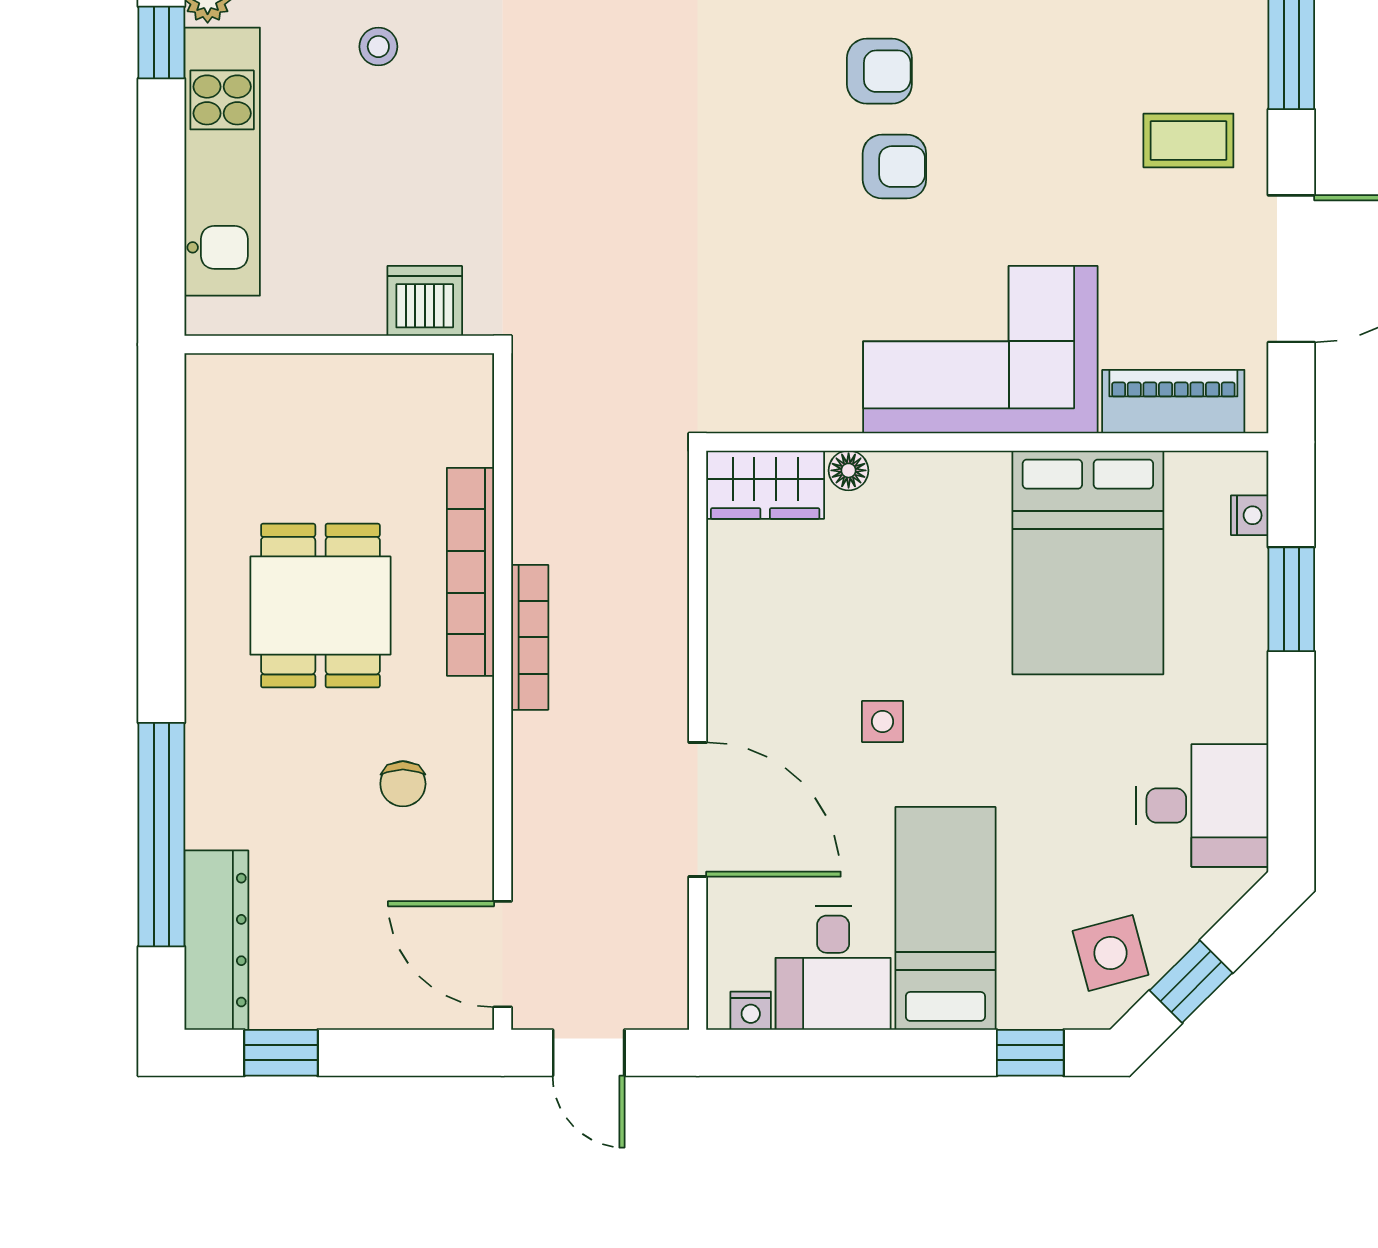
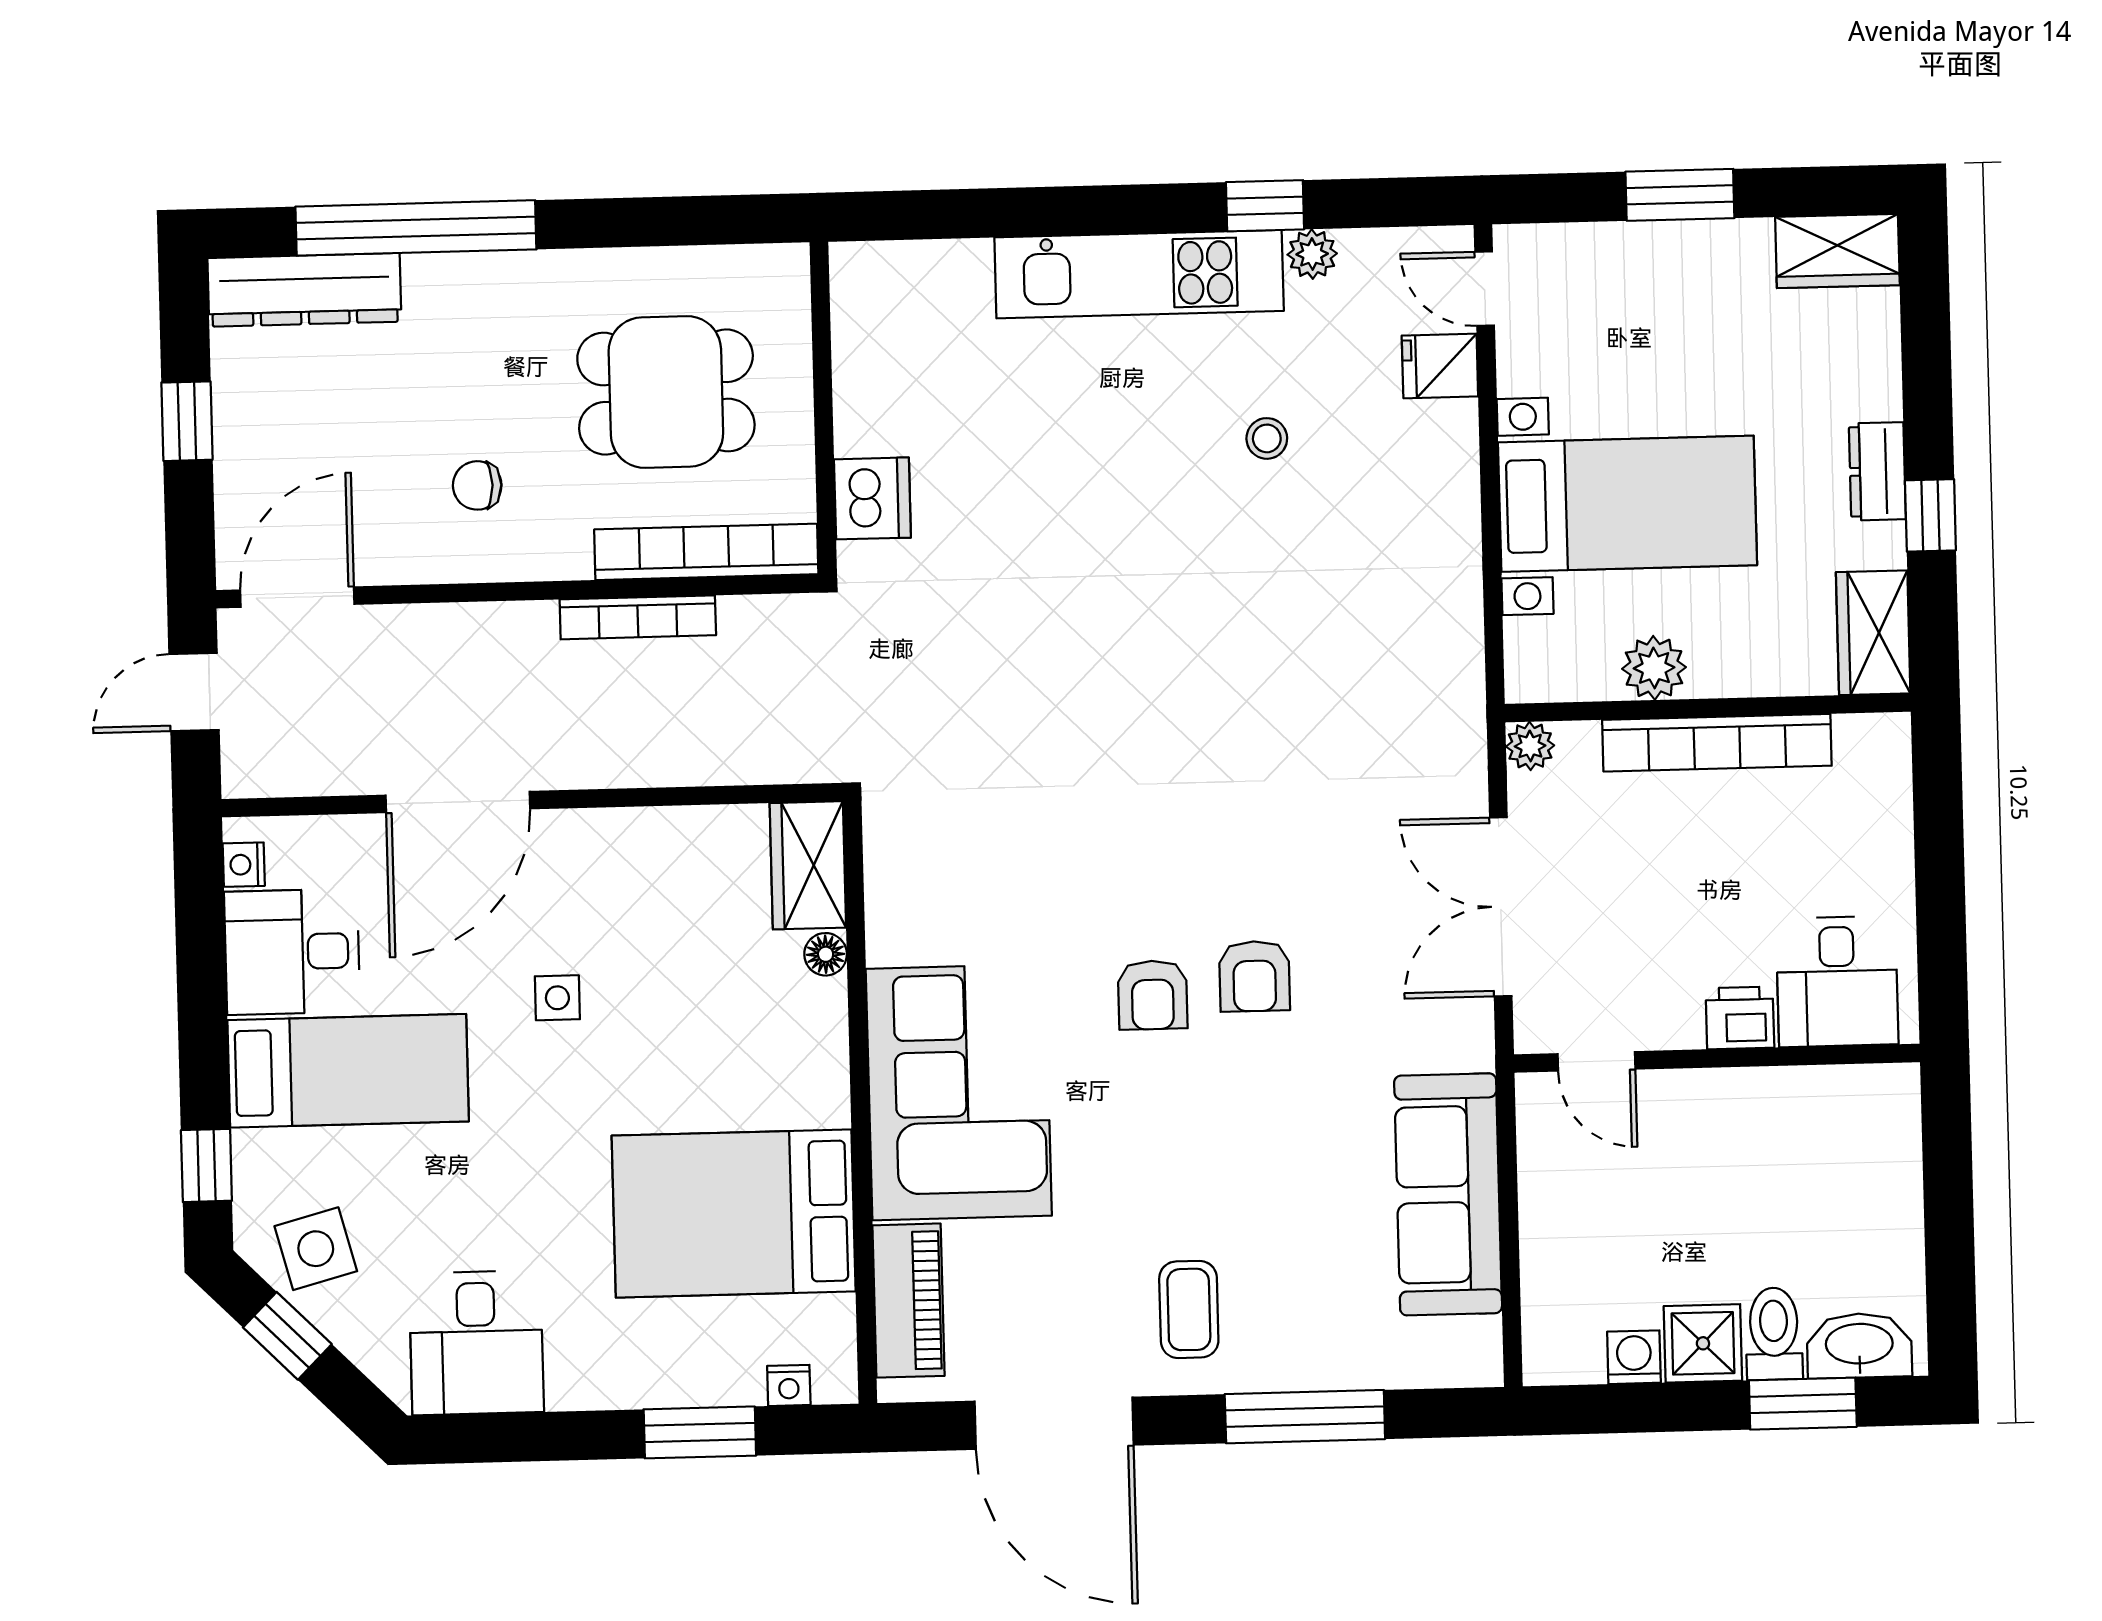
dishwasher: (425, 301) -> (872, 498), moved
wall: (339, 344) -> (823, 408), moved
window: (281, 1053) -> (187, 421), moved

